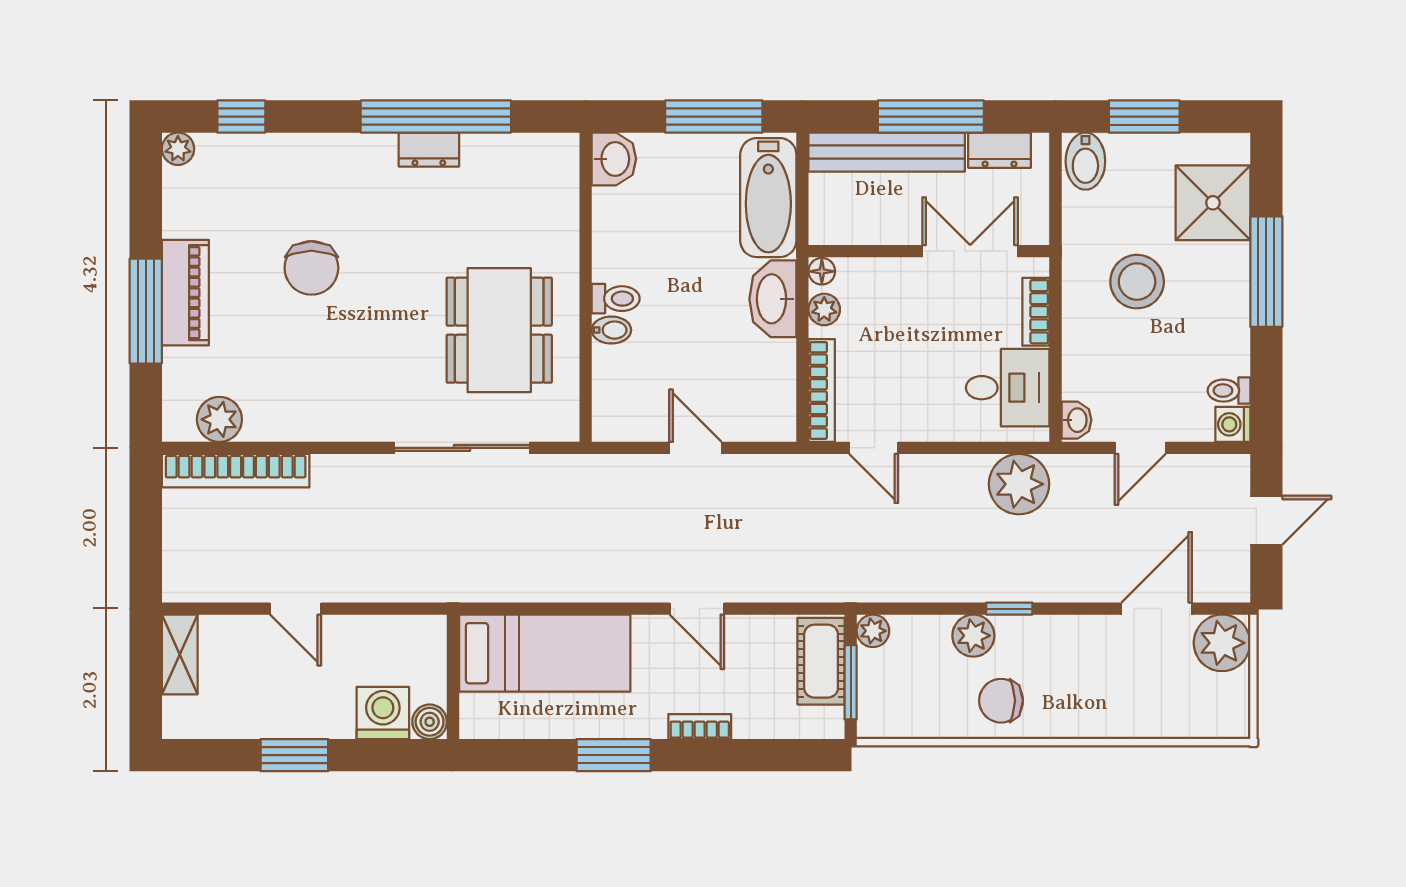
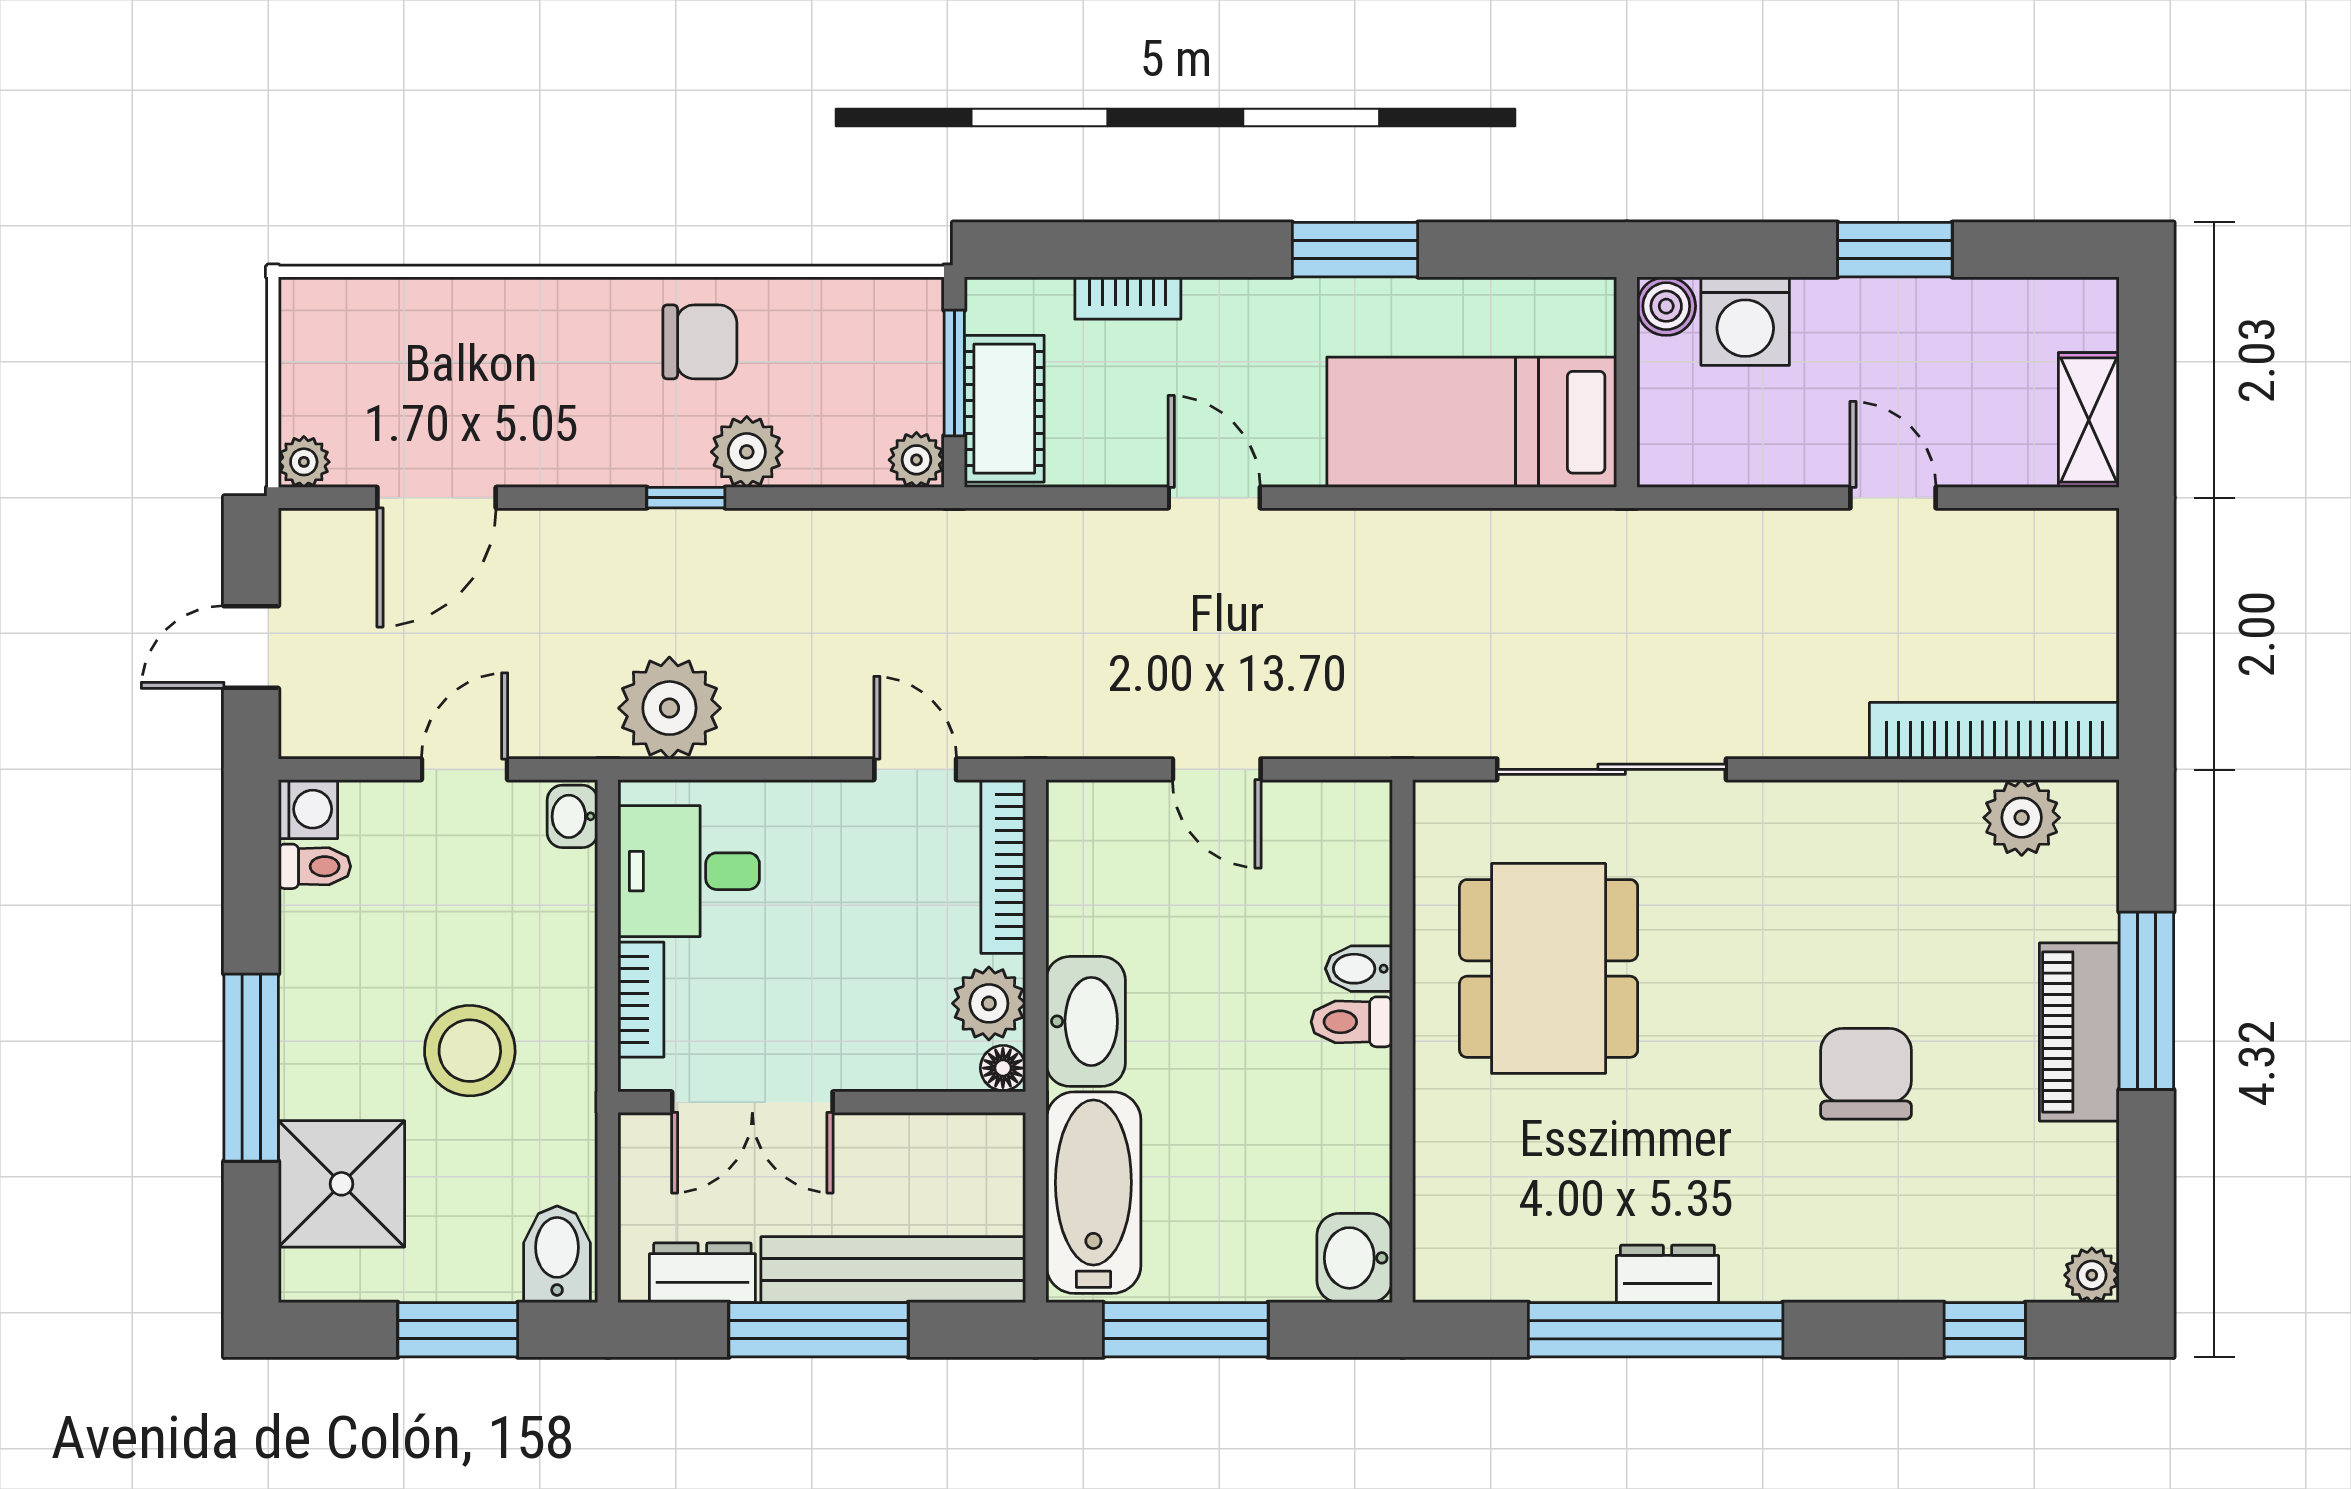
plant: (824, 309) -> (989, 1003), width x1.38, depth x1.38
plant: (1222, 643) -> (304, 462), width x0.53, depth x0.53
bookcase: (700, 727) -> (1128, 298), moved

